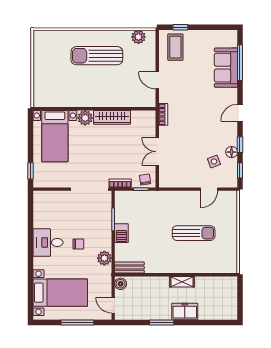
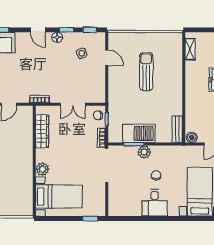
wardrobe: (112, 117) -> (42, 131), moved
floor lamp: (232, 152) -> (57, 37), moved
barbecue: (121, 233) -> (139, 133), width x1.88, depth x1.53
plant: (104, 258) -> (144, 152), moved
shelving: (182, 282) -> (190, 49), moved

